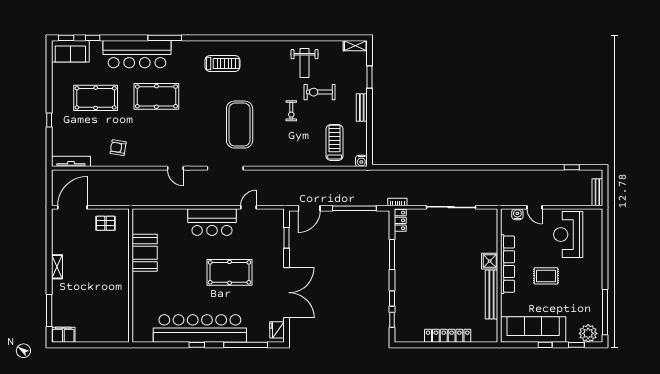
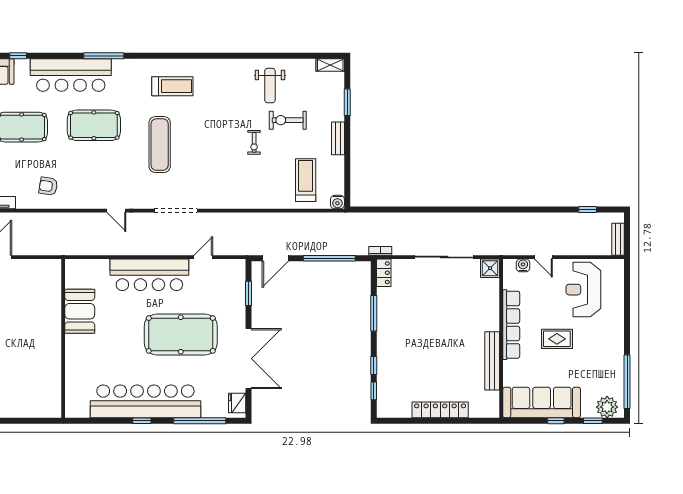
exercise mat: (240, 125) -> (160, 145), moved, width x0.68
bar counter: (212, 222) -> (149, 275), width x1.36
pallet: (105, 223) -> (33, 276), removed
shower: (490, 261) -> (490, 268), moved
pool table: (230, 272) -> (181, 334), width x1.36, depth x1.32

